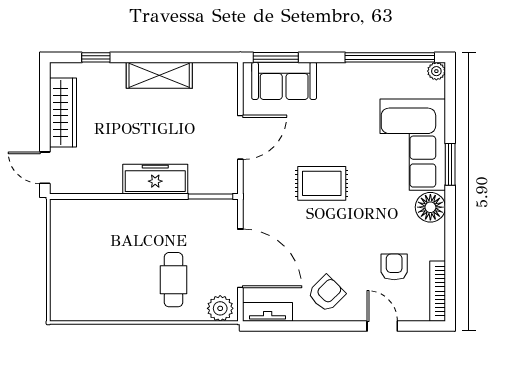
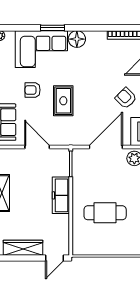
armchair: (394, 267) -> (33, 90), moved
cafe table: (173, 280) -> (105, 213), moved, width x1.37, depth x1.35

